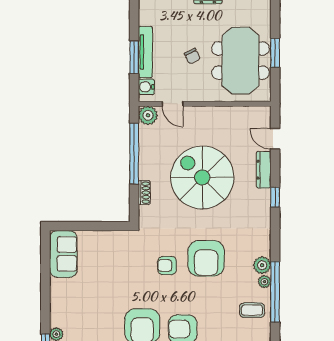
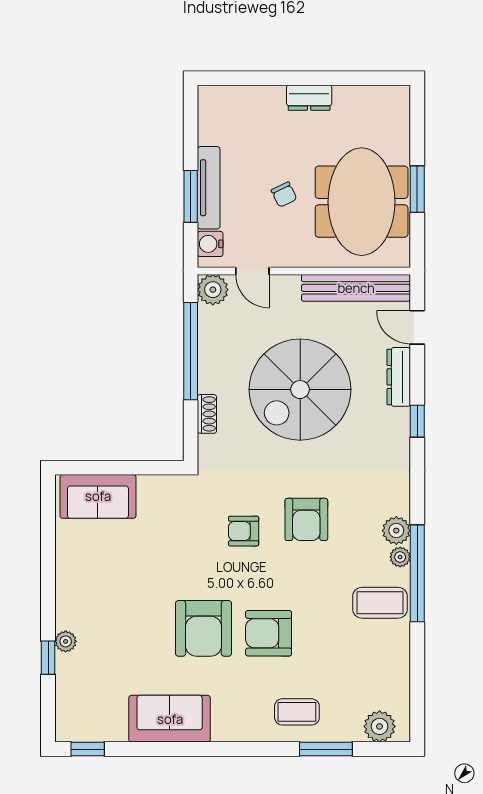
bench: (237, 114) -> (356, 288), added
spiral stairs: (202, 177) -> (300, 390), turned -90
sofa: (63, 254) -> (98, 496), moved, turned 90
armchair: (206, 258) -> (306, 519), width x0.73, depth x0.73
coffee table: (252, 310) -> (380, 603), width x1.36, depth x1.30

